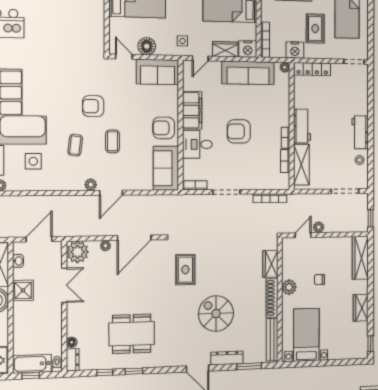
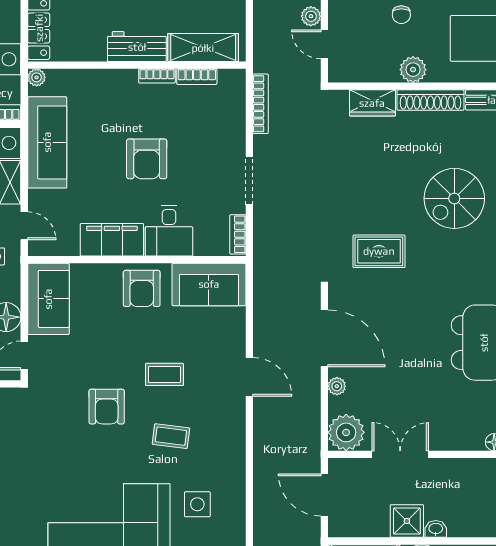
plant: (91, 185) -> (236, 411), removed
washbasin: (18, 261) -> (436, 529), moved

